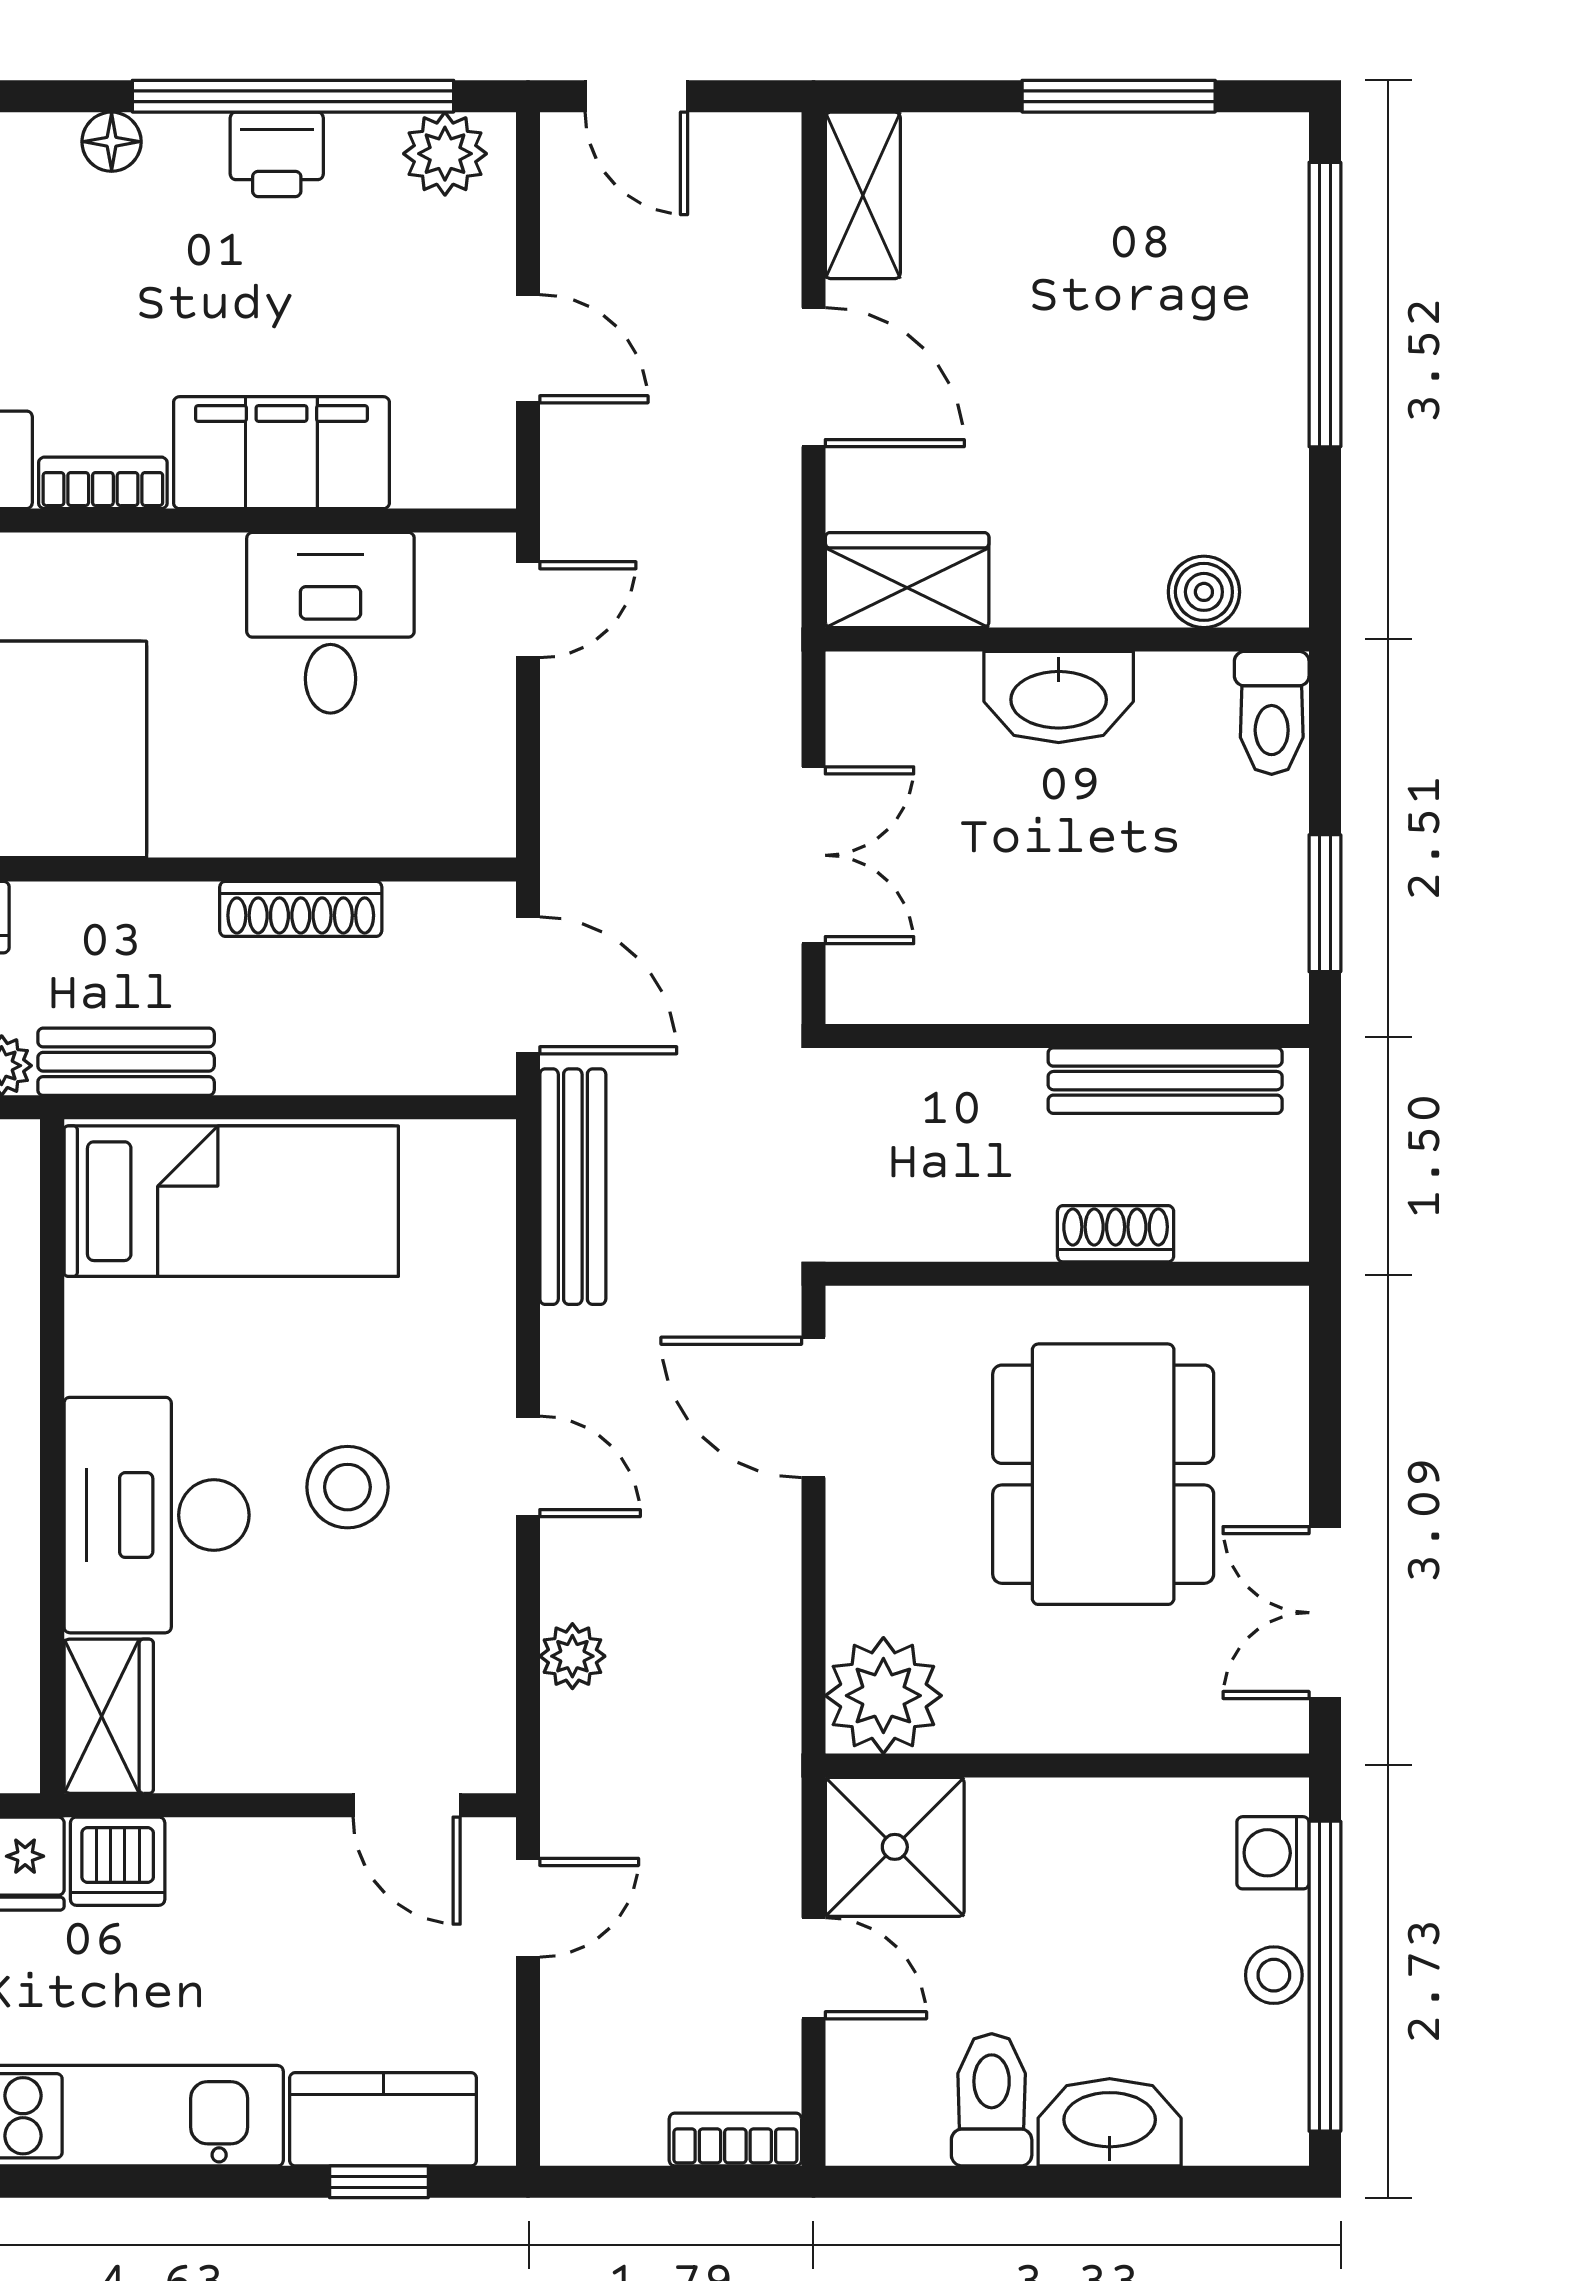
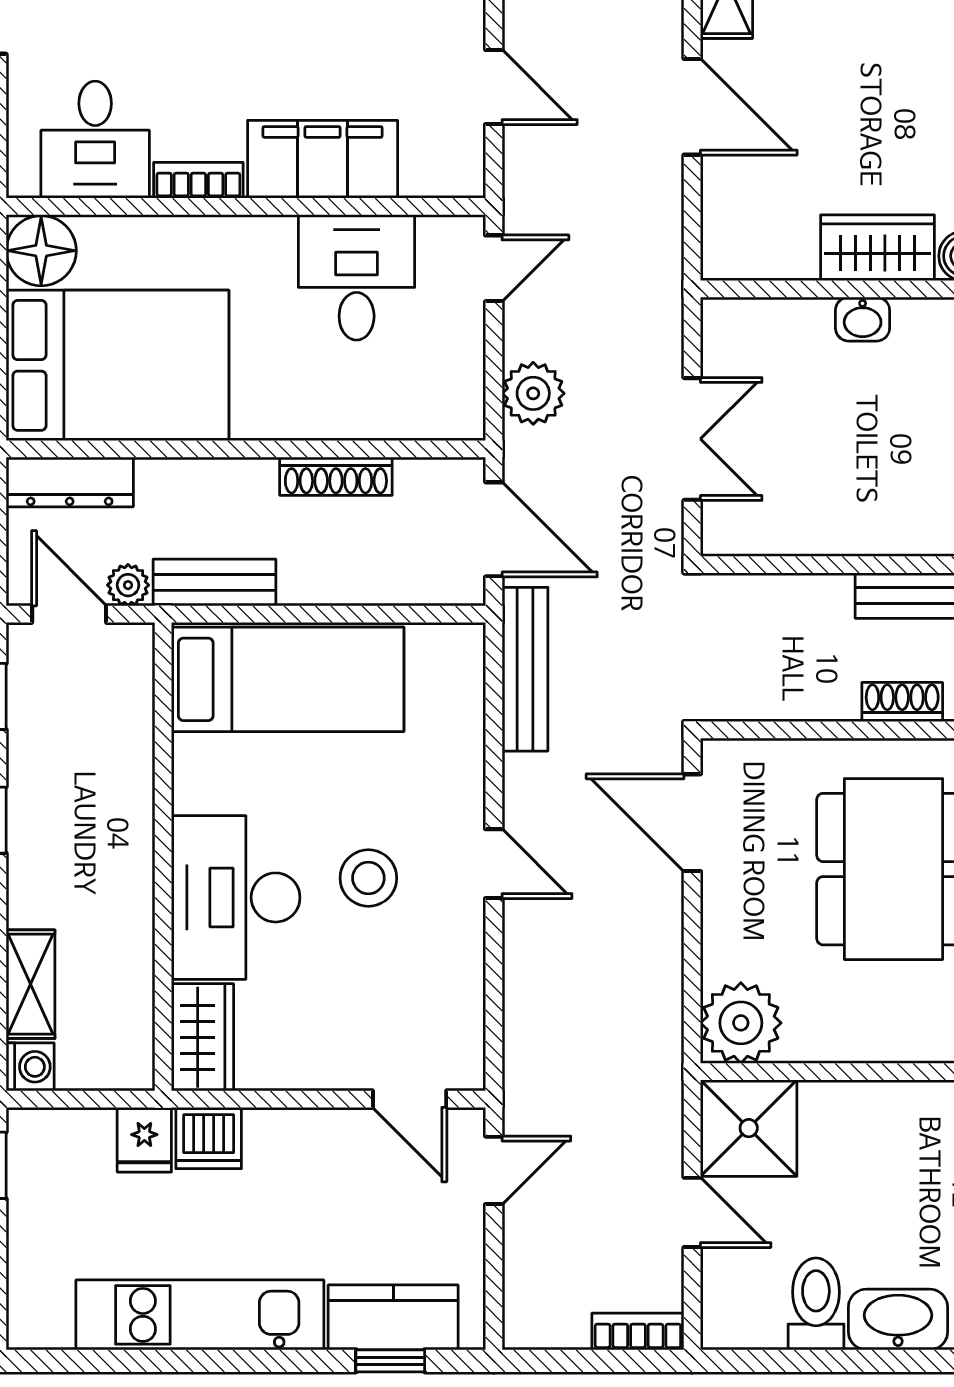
wardrobe: (907, 580) -> (878, 248), moved
washbasin: (1059, 697) -> (863, 319), width x0.52, depth x0.69
plant: (572, 1656) -> (533, 393), moved, width x1.38, depth x1.38

